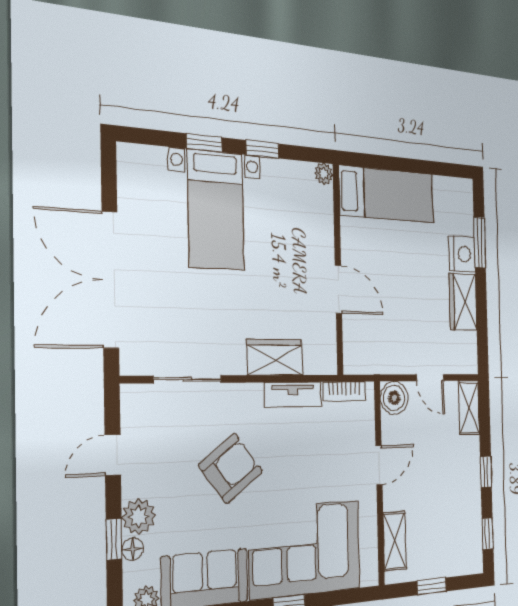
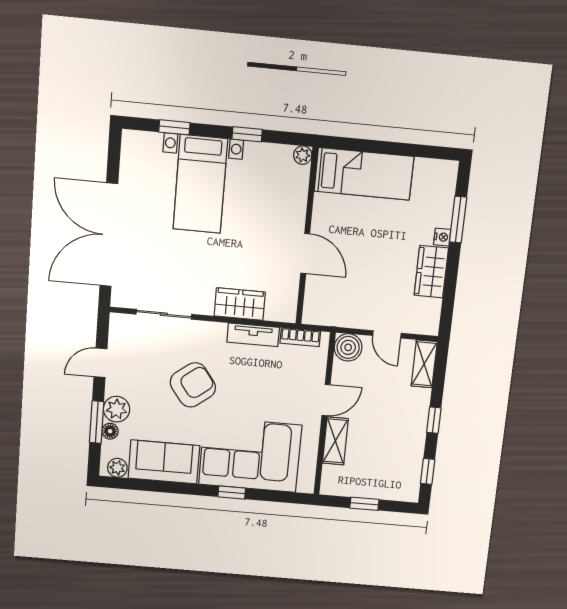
window: (204, 143) -> (174, 127), moved
nightstand: (462, 254) -> (442, 237), width x0.53, depth x0.56
window: (114, 539) -> (97, 422), width x1.50
shelving: (395, 541) -> (335, 441), moved

